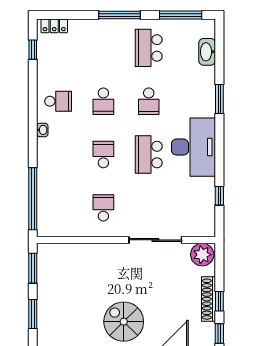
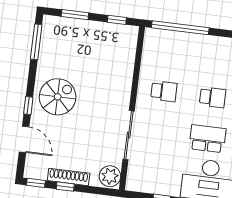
window: (33, 268) -> (117, 20), width x0.67

